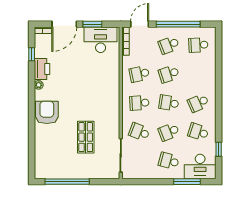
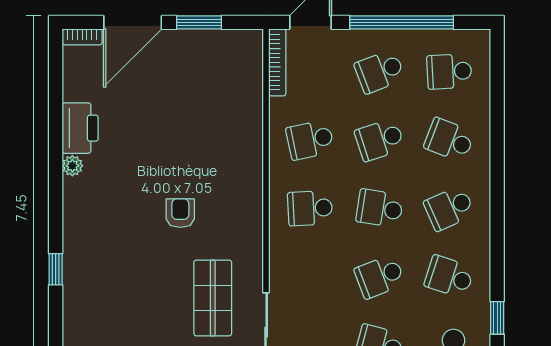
desk: (101, 40) -> (219, 59), removed
window: (32, 54) -> (56, 269), moved
armchair: (47, 112) -> (180, 213), moved, width x0.53, depth x0.53
school desk: (139, 132) -> (449, 140), moved
shop shelf: (86, 137) -> (213, 298), moved

